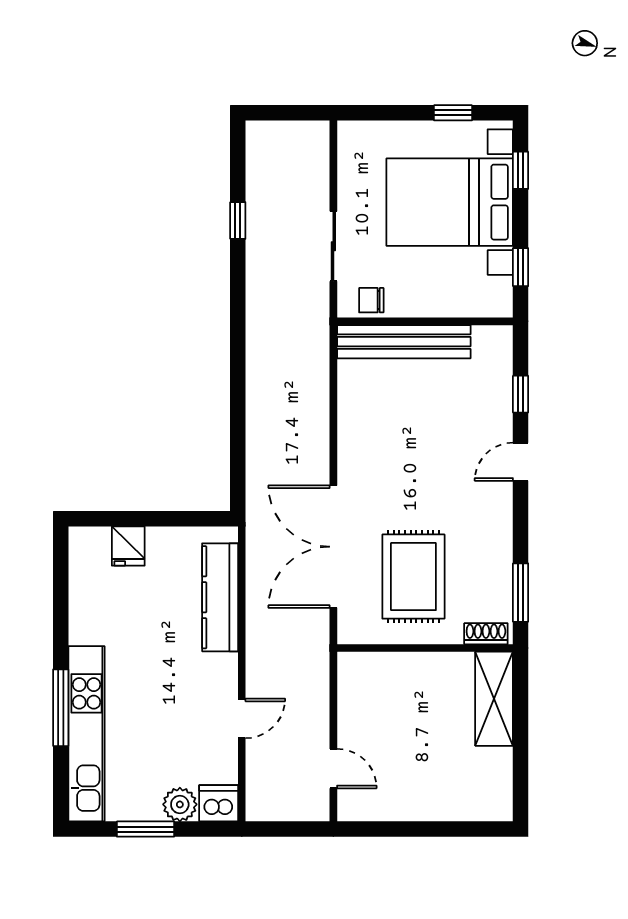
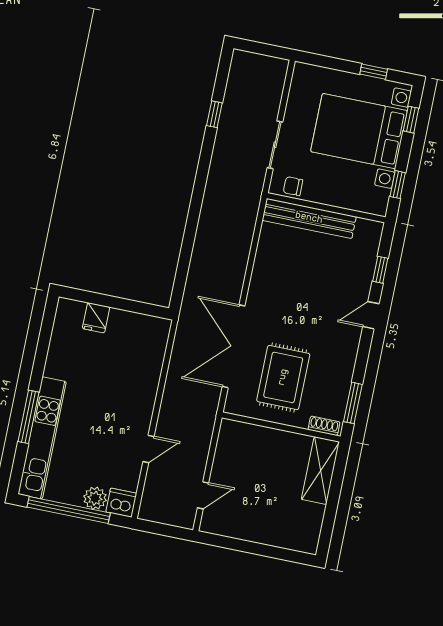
kitchen counter: (220, 597) -> (151, 365), removed
door: (333, 769) -> (203, 495), hinge flipped
window: (146, 829) -> (69, 510), width x2.11

